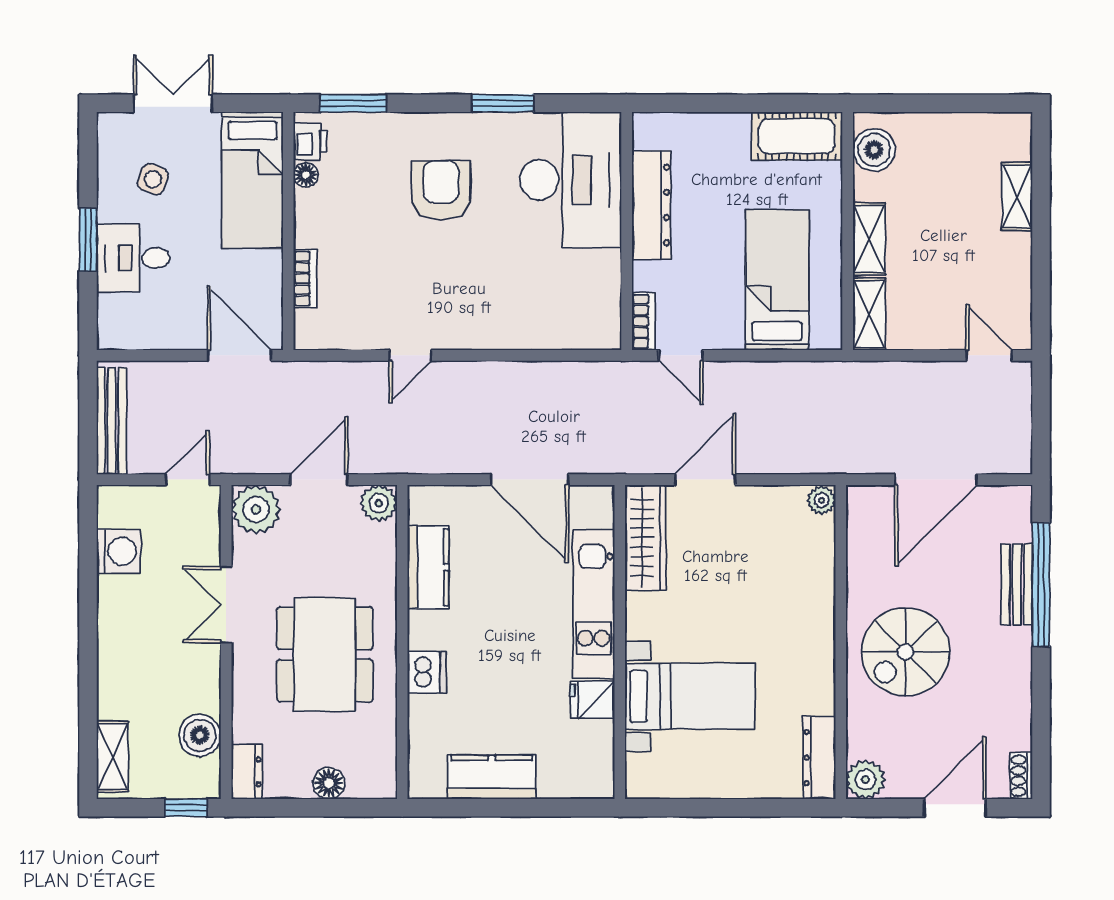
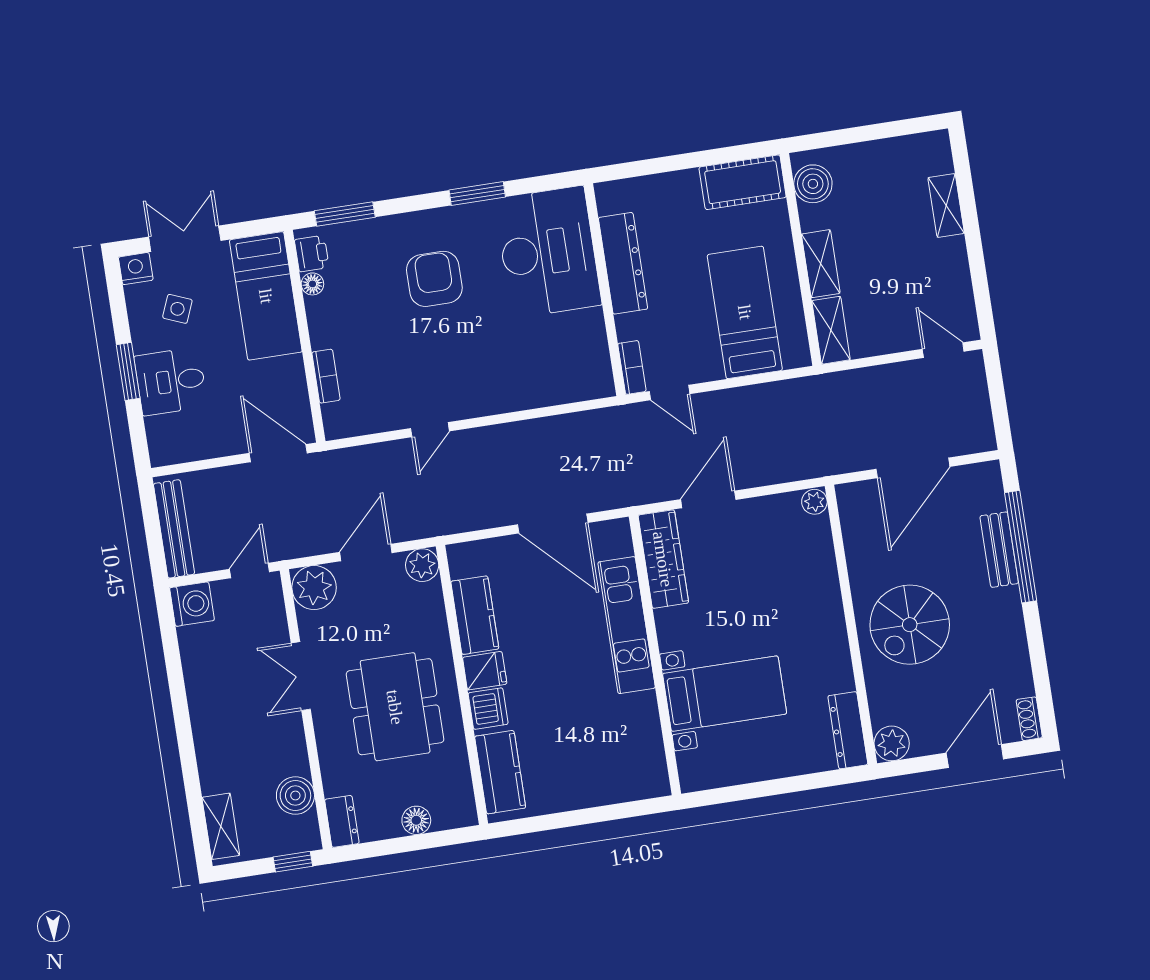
nightstand: (114, 128) -> (136, 269), added
washing machine: (119, 551) -> (192, 604), moved
fridge: (592, 700) -> (485, 671), moved, turned 180
kitchen counter: (492, 777) -> (500, 772), moved, turned 90

